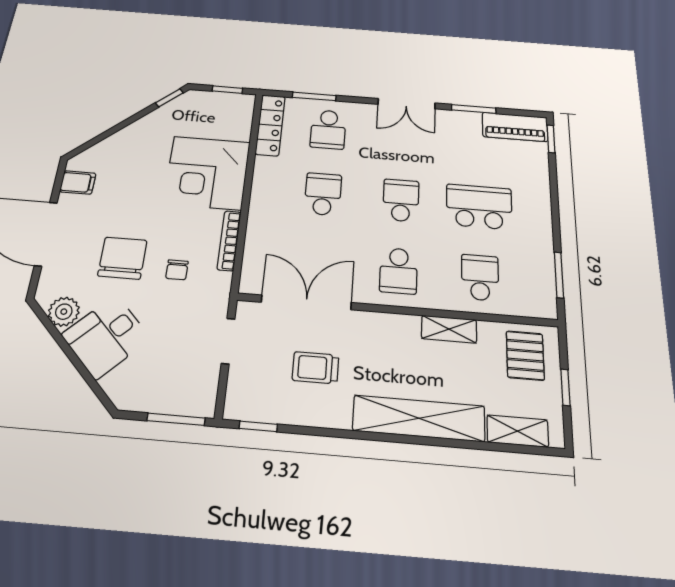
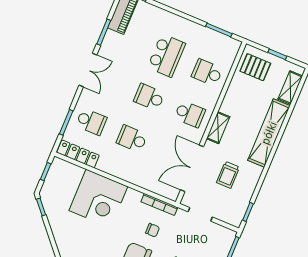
school desk: (479, 207) -> (166, 56), turned 180
bookcase: (229, 241) -> (159, 204), moved
shelving: (449, 329) -> (218, 128), moved

